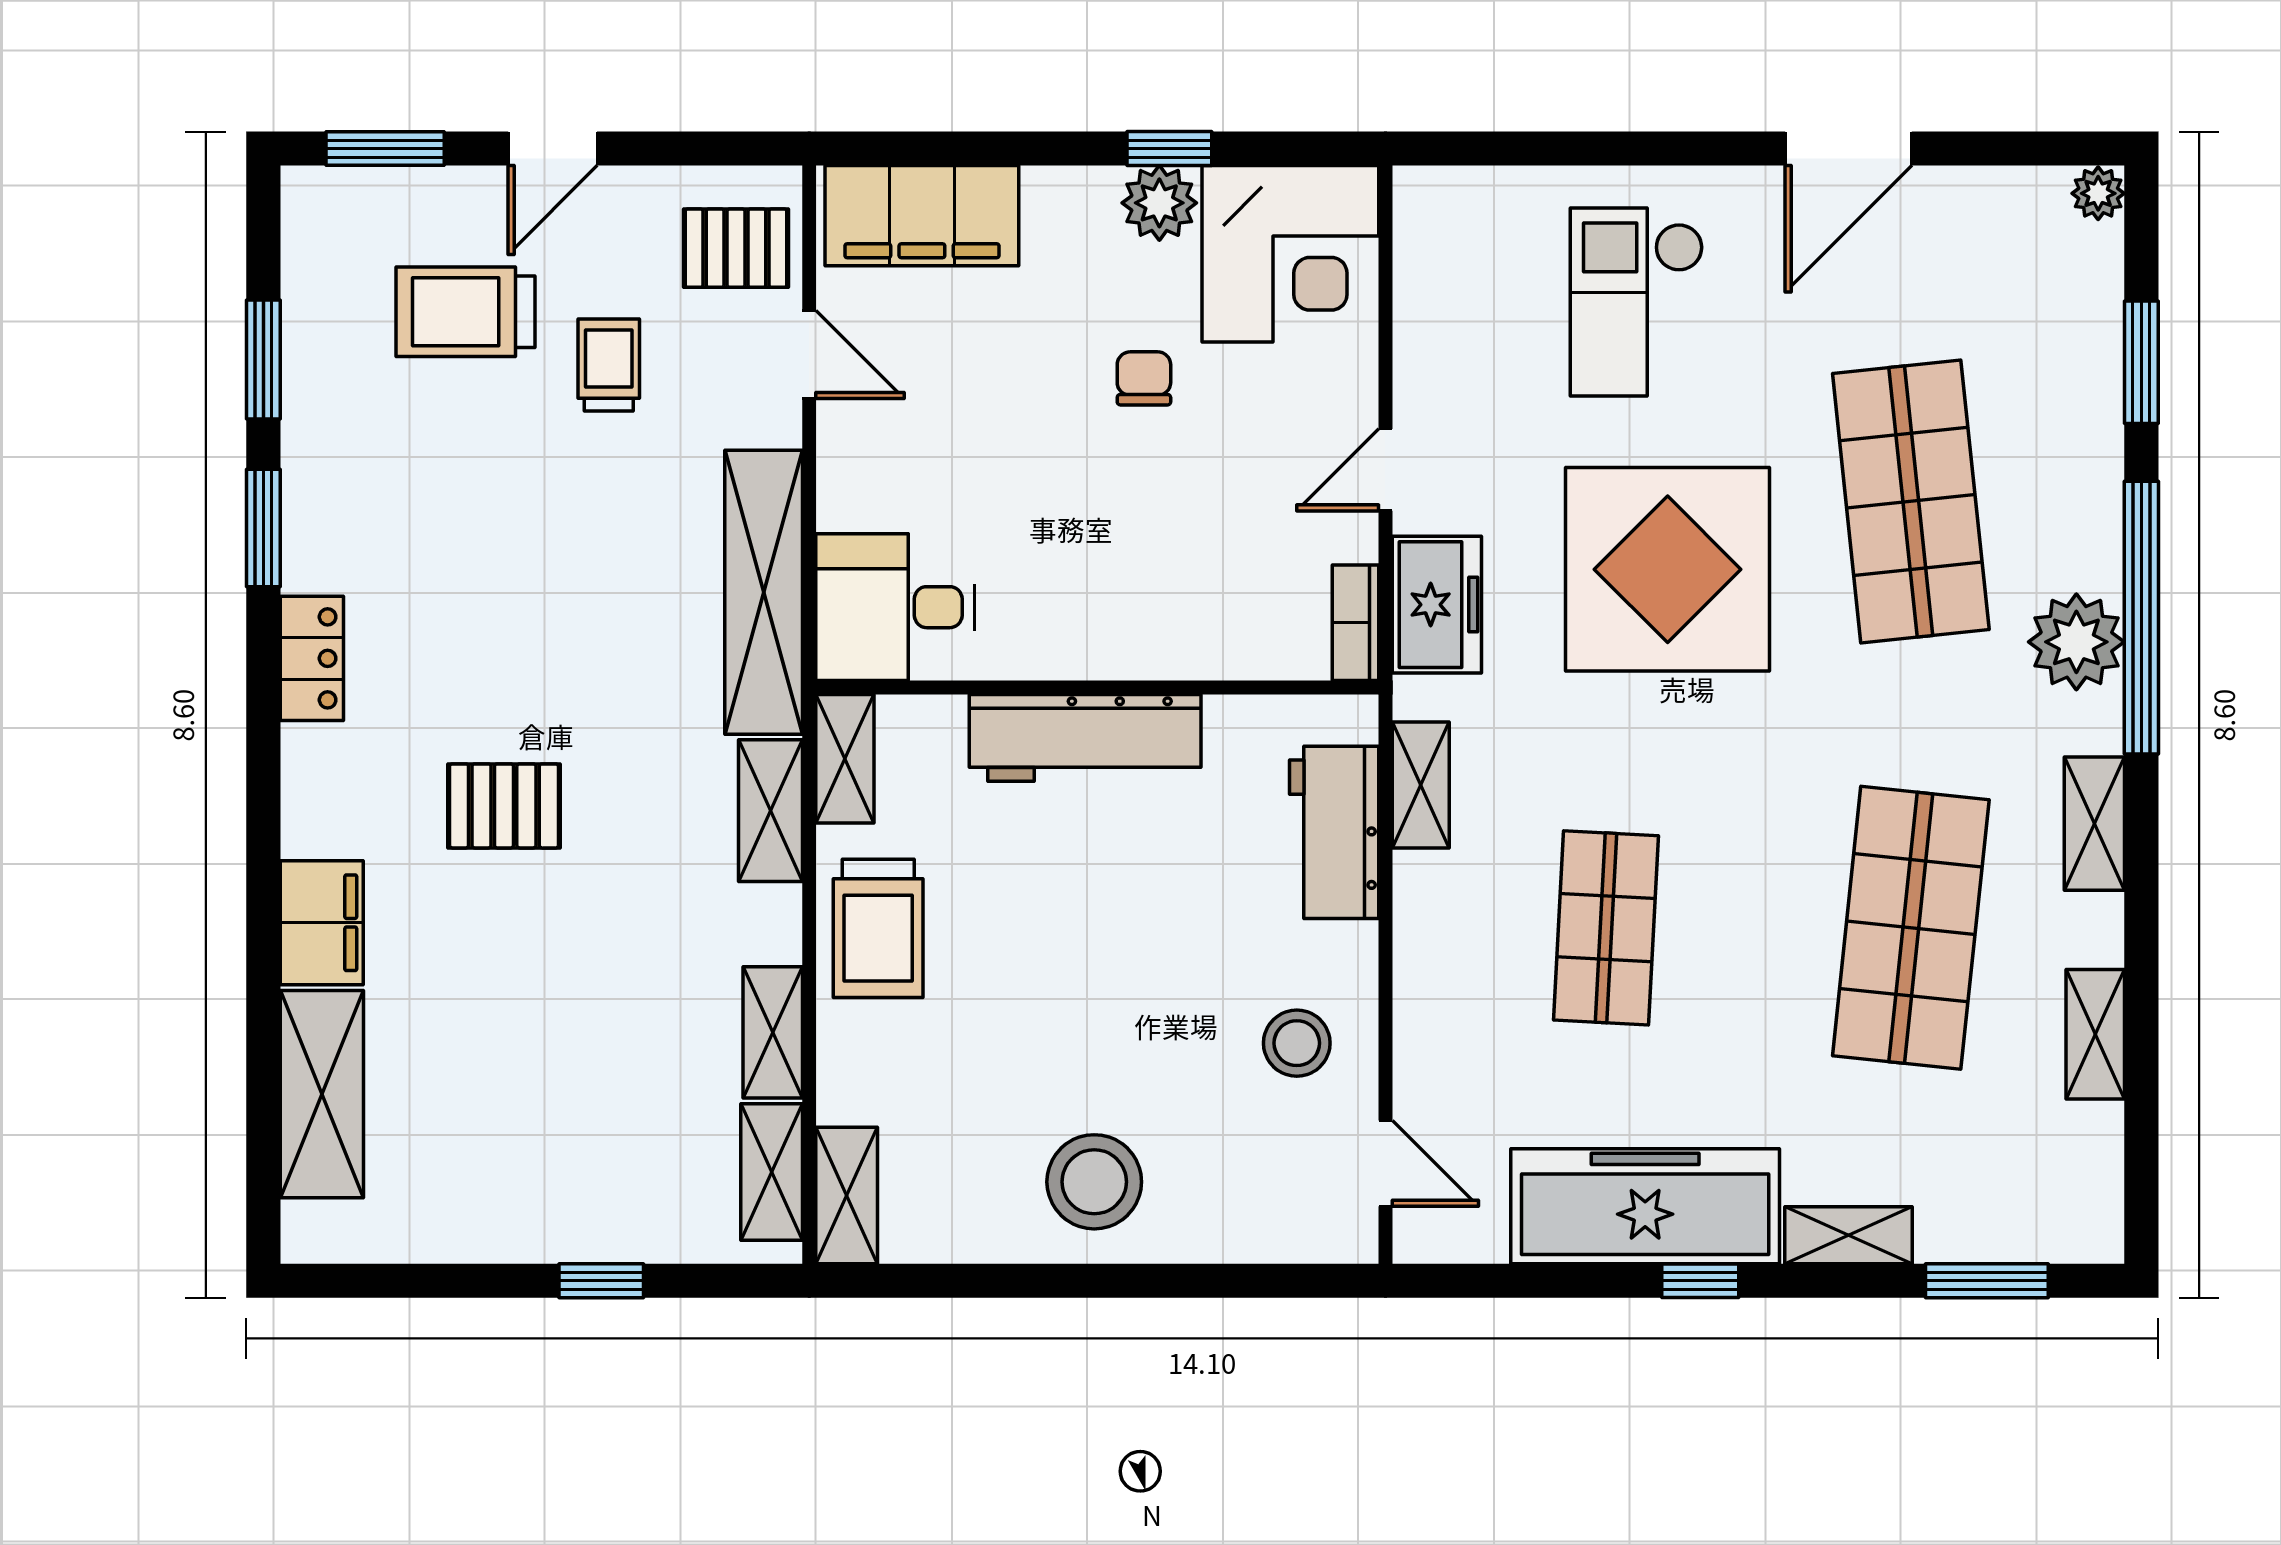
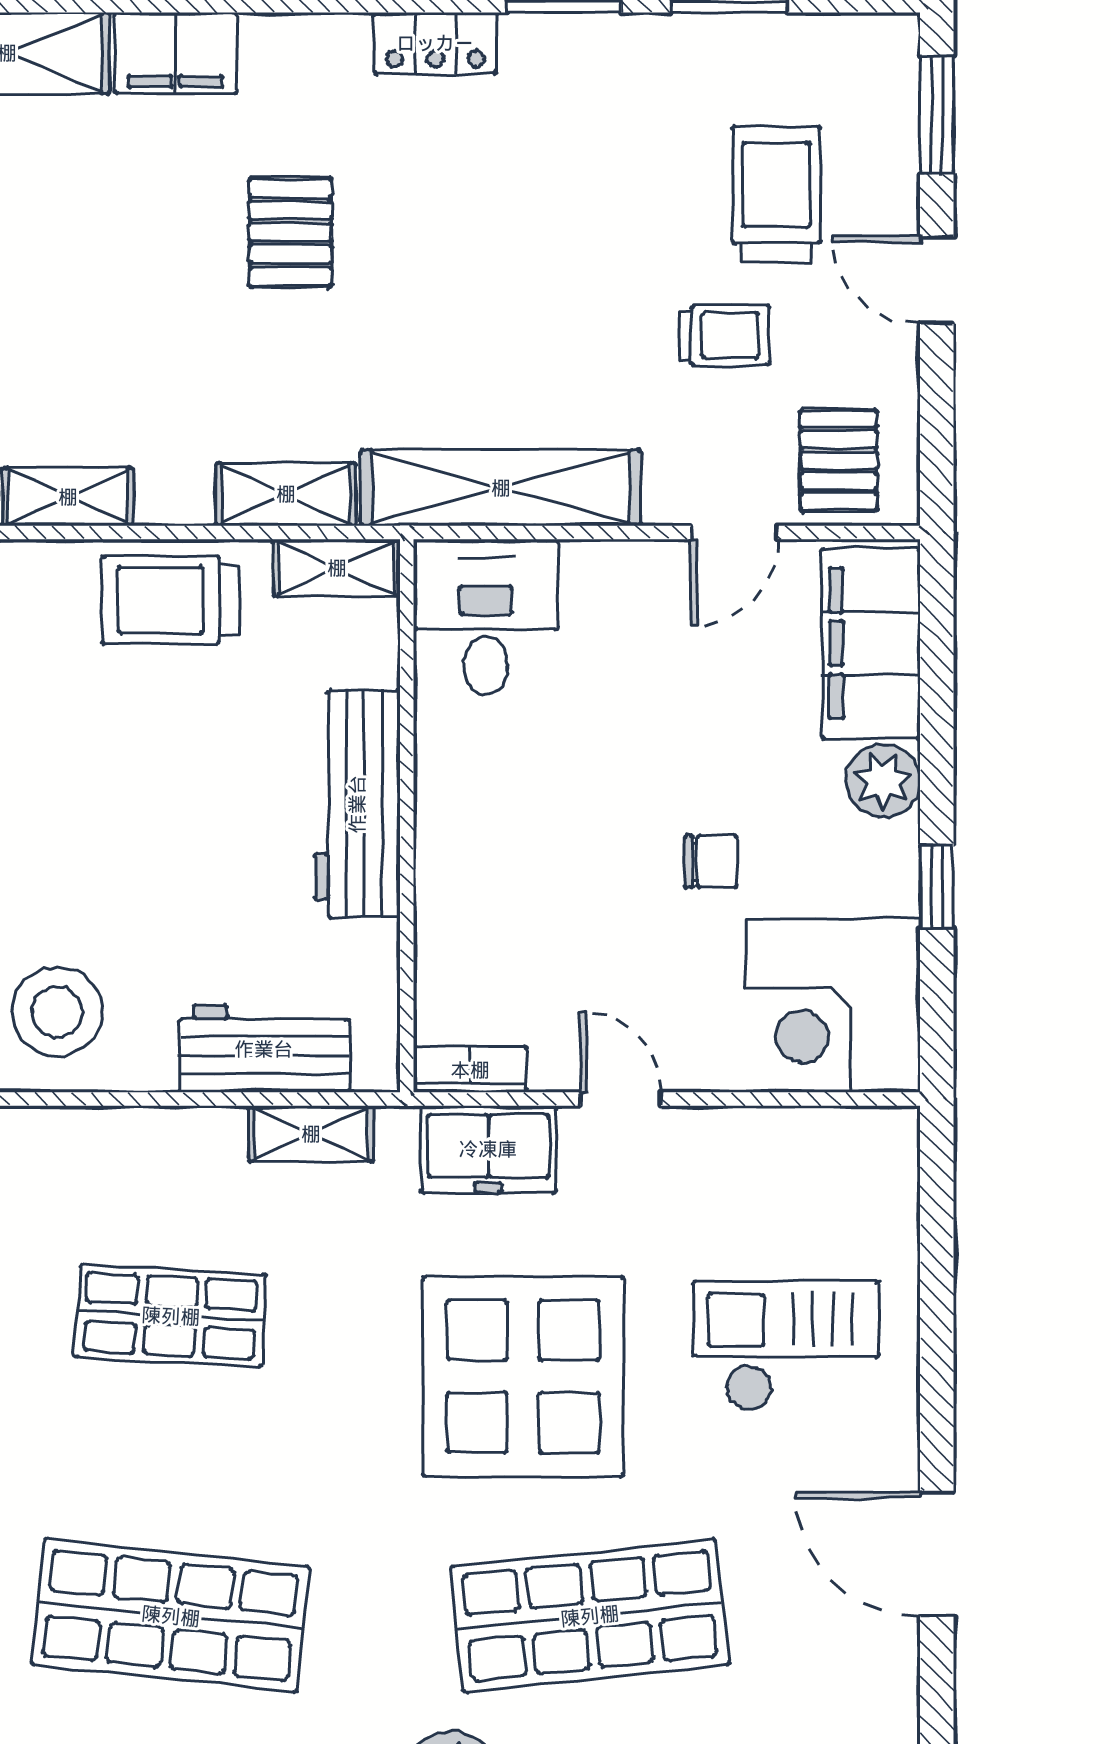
plant: (1159, 203) -> (883, 781), moved
stool: (1297, 1043) -> (57, 1012), width x1.38, depth x1.38

